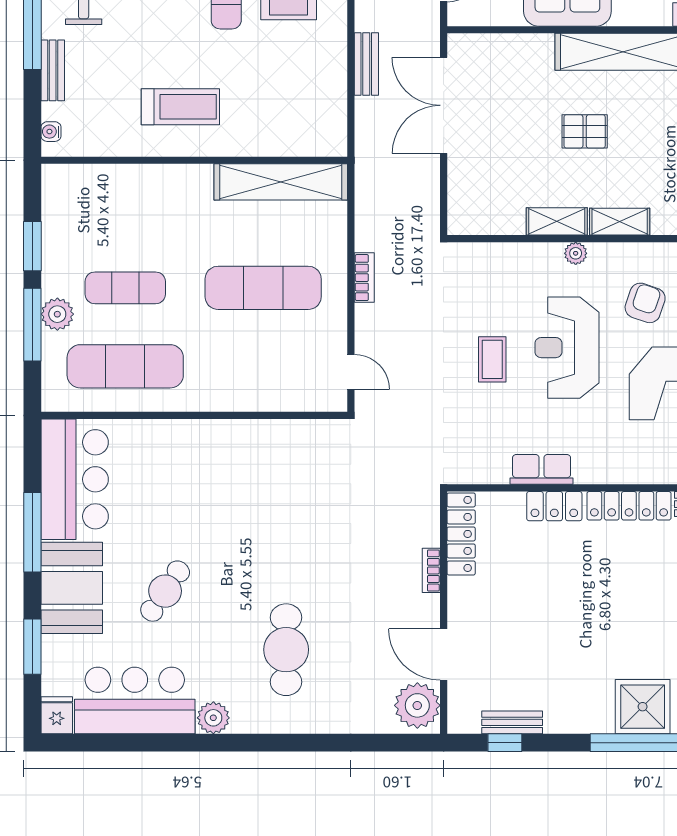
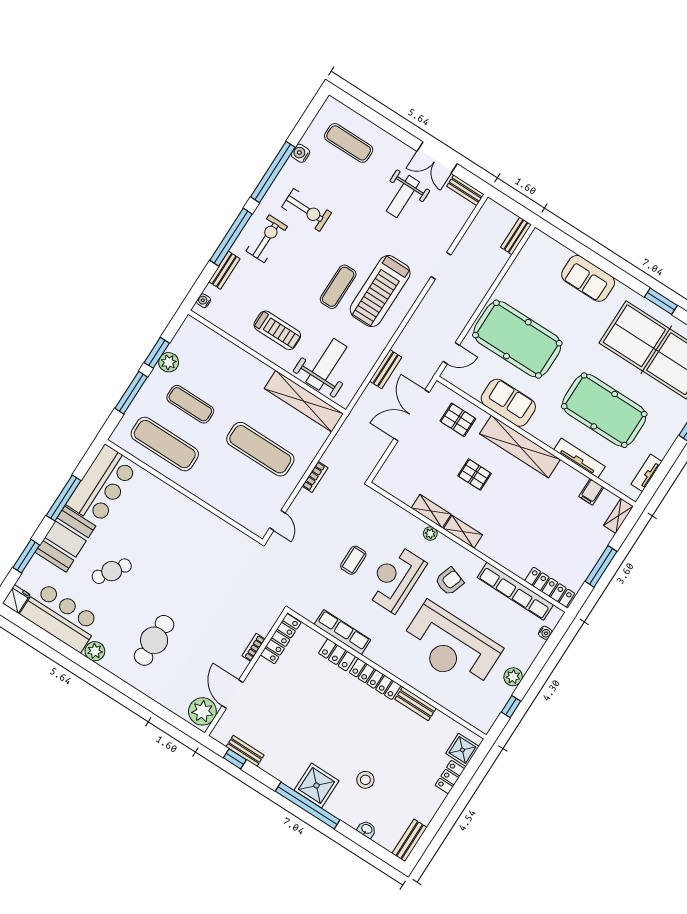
pallet: (512, 70) -> (458, 420), added
weight bench: (279, 110) -> (326, 364), added
plant: (57, 314) -> (169, 362), moved
row of seats: (542, 469) -> (342, 632), width x1.48

